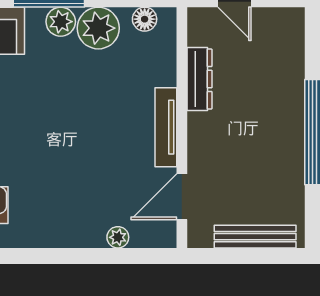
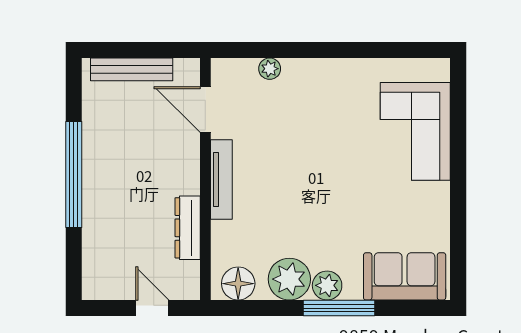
floor lamp: (145, 19) -> (238, 284), width x1.38, depth x1.38
door: (182, 197) -> (205, 109), swing flipped

